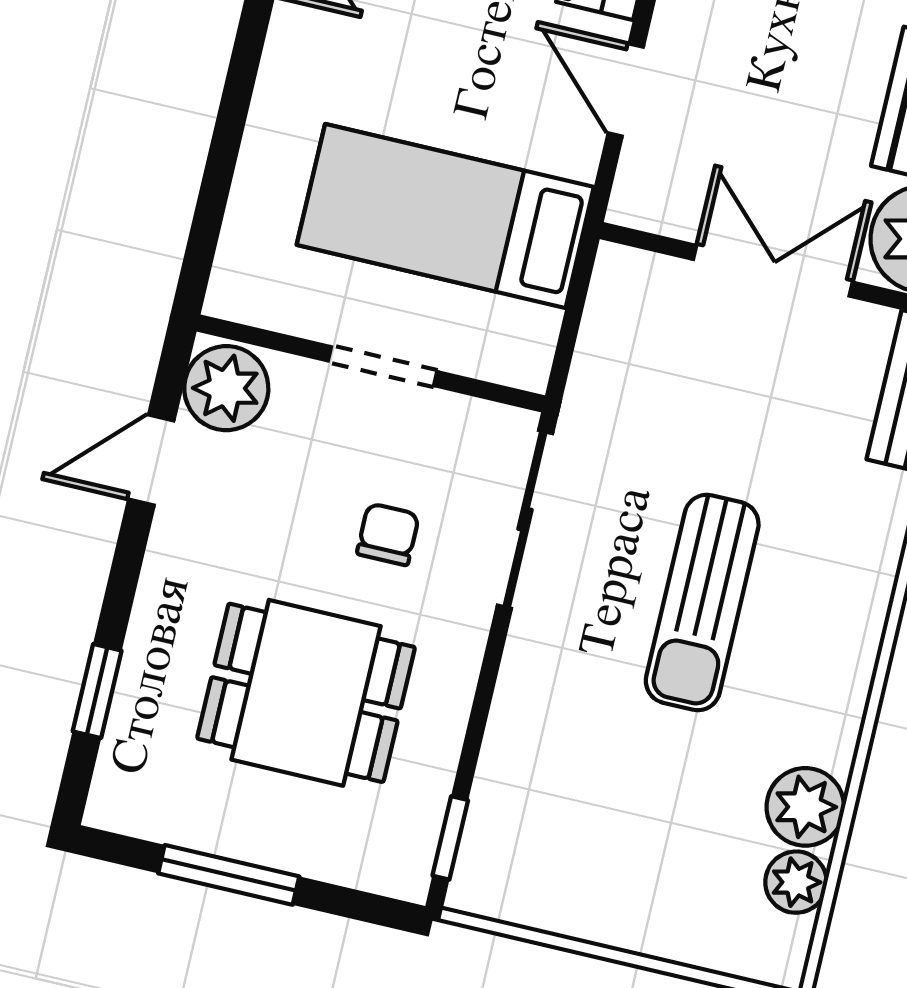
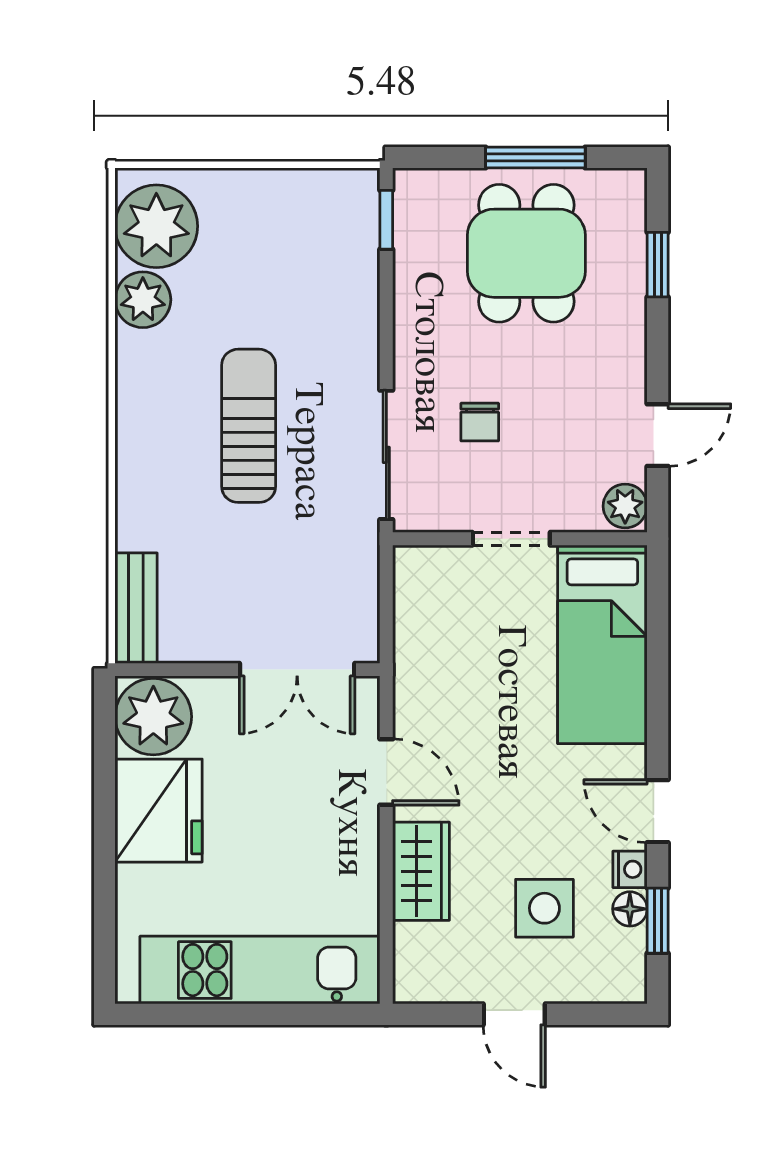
bed: (445, 216) -> (602, 644), moved, turned 90
double door: (773, 271) -> (297, 670), moved
plant: (226, 388) -> (625, 506), width x0.73, depth x0.73
dining table: (306, 693) -> (526, 253), moved, turned 90
plant: (796, 882) -> (156, 226), width x1.88, depth x1.88

